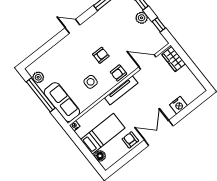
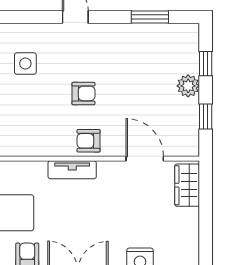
side table: (91, 82) -> (25, 63), moved
tv unit: (121, 90) -> (72, 170), width x0.71

